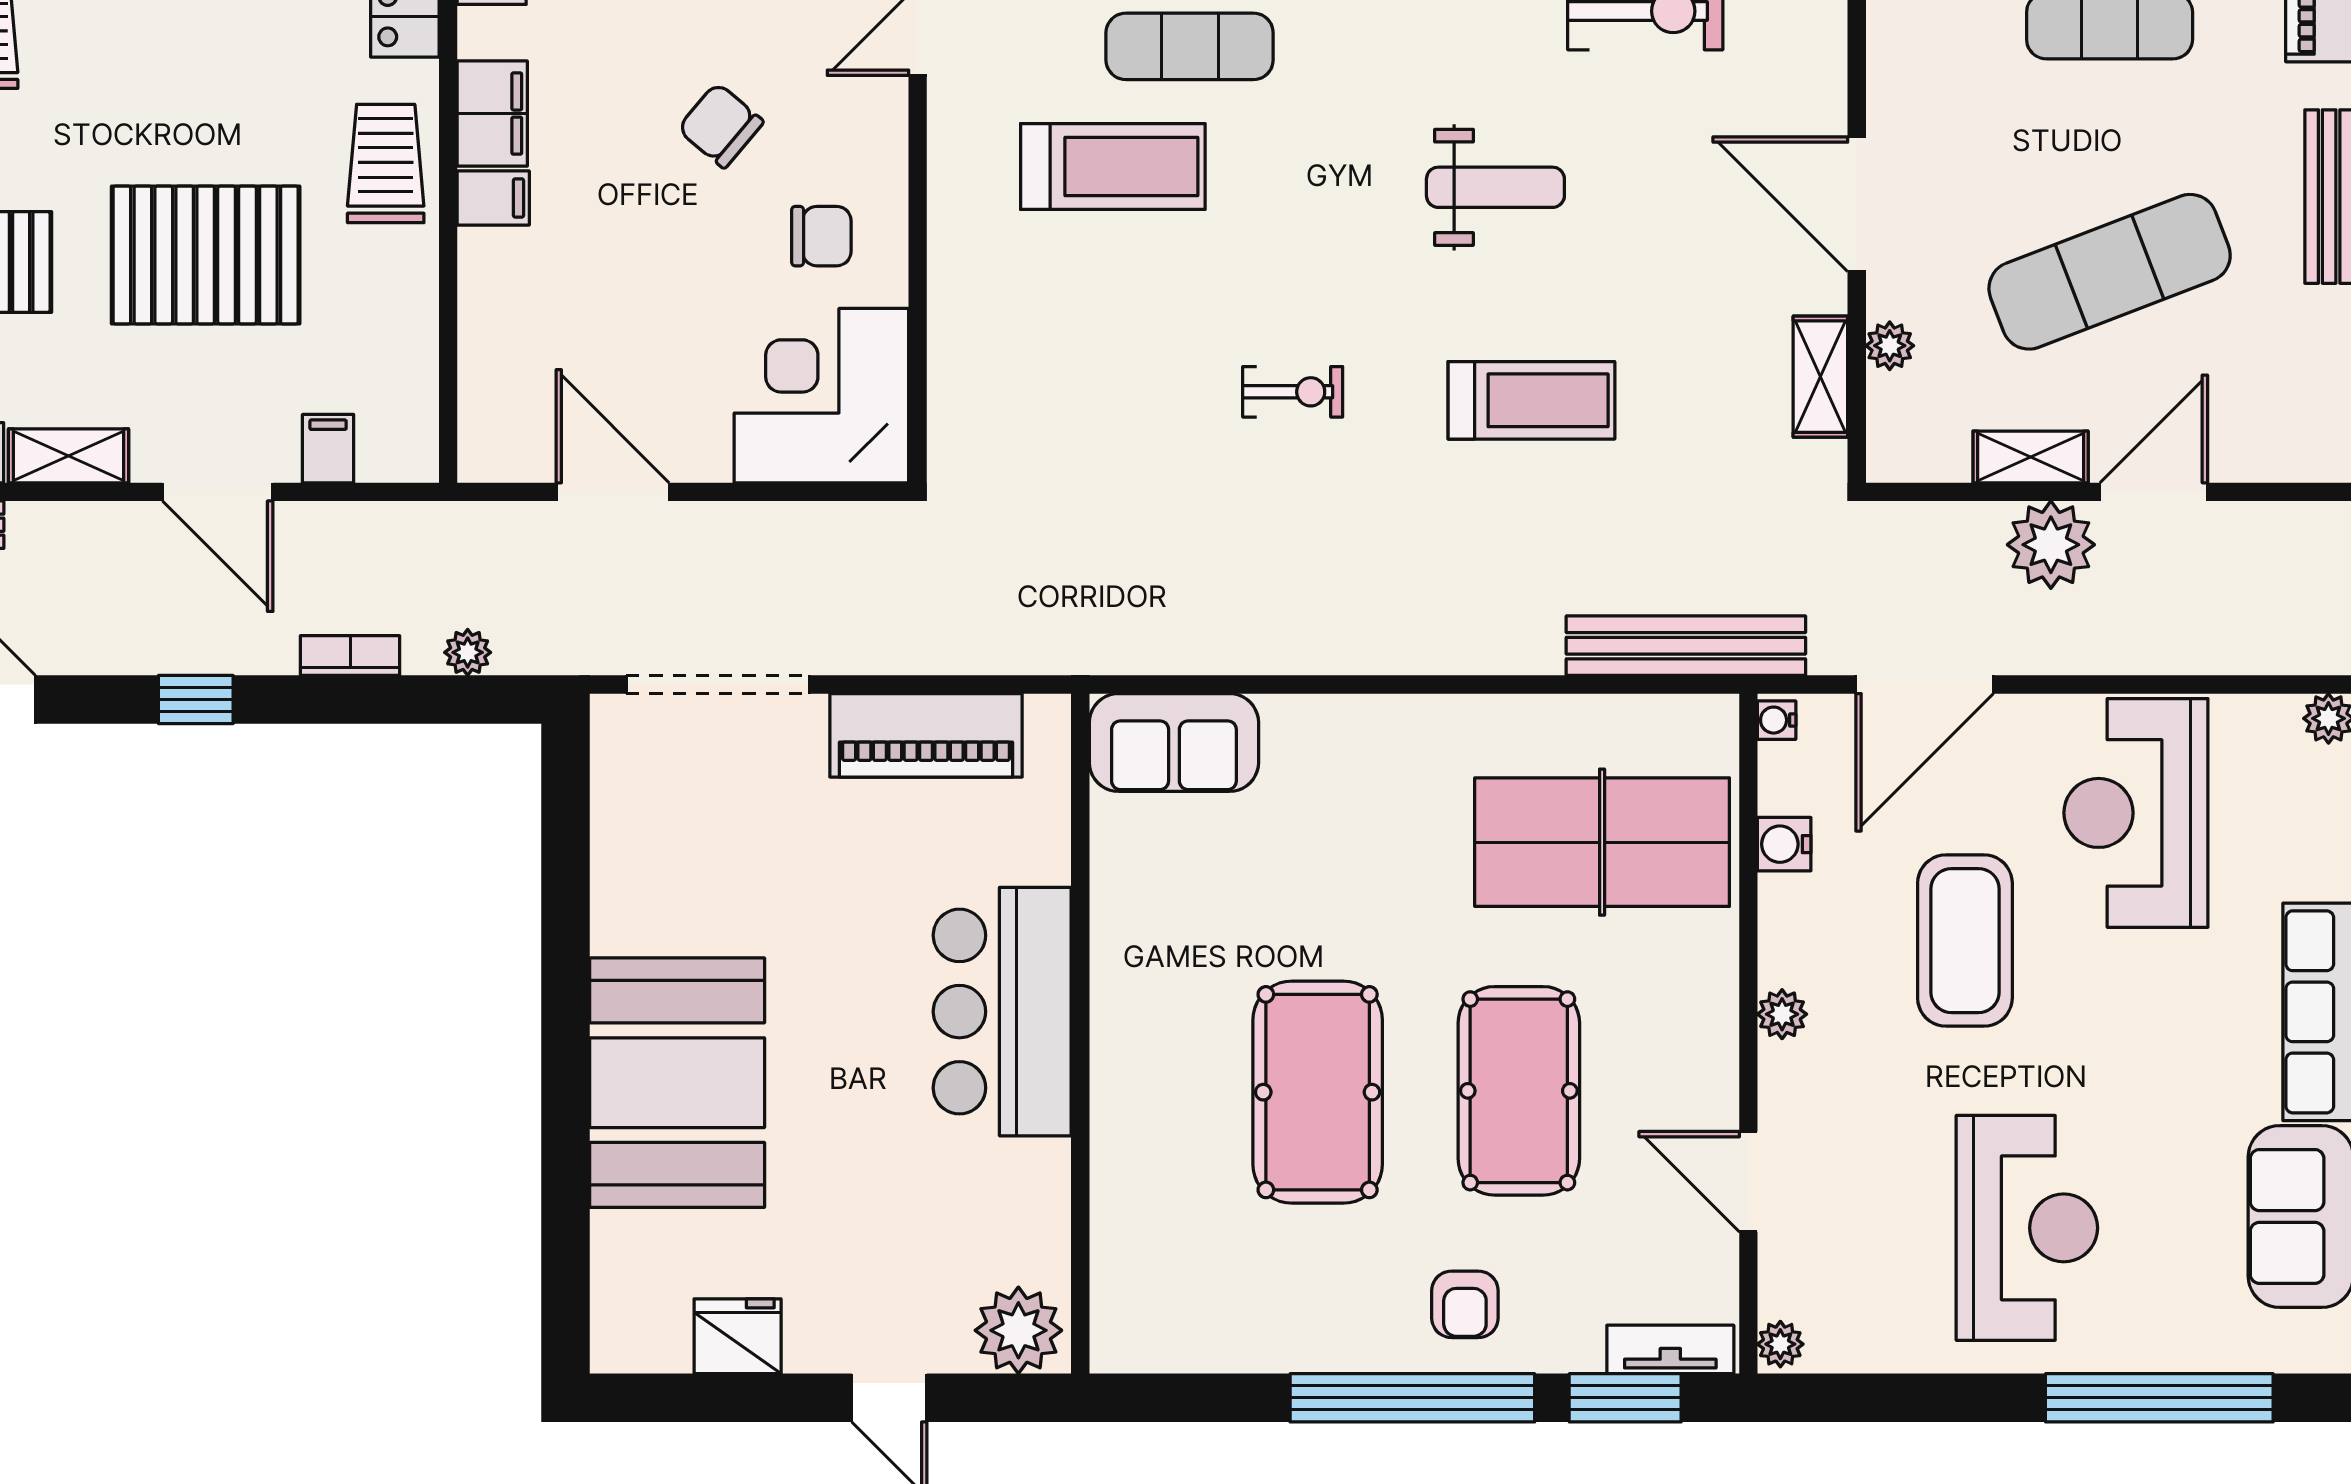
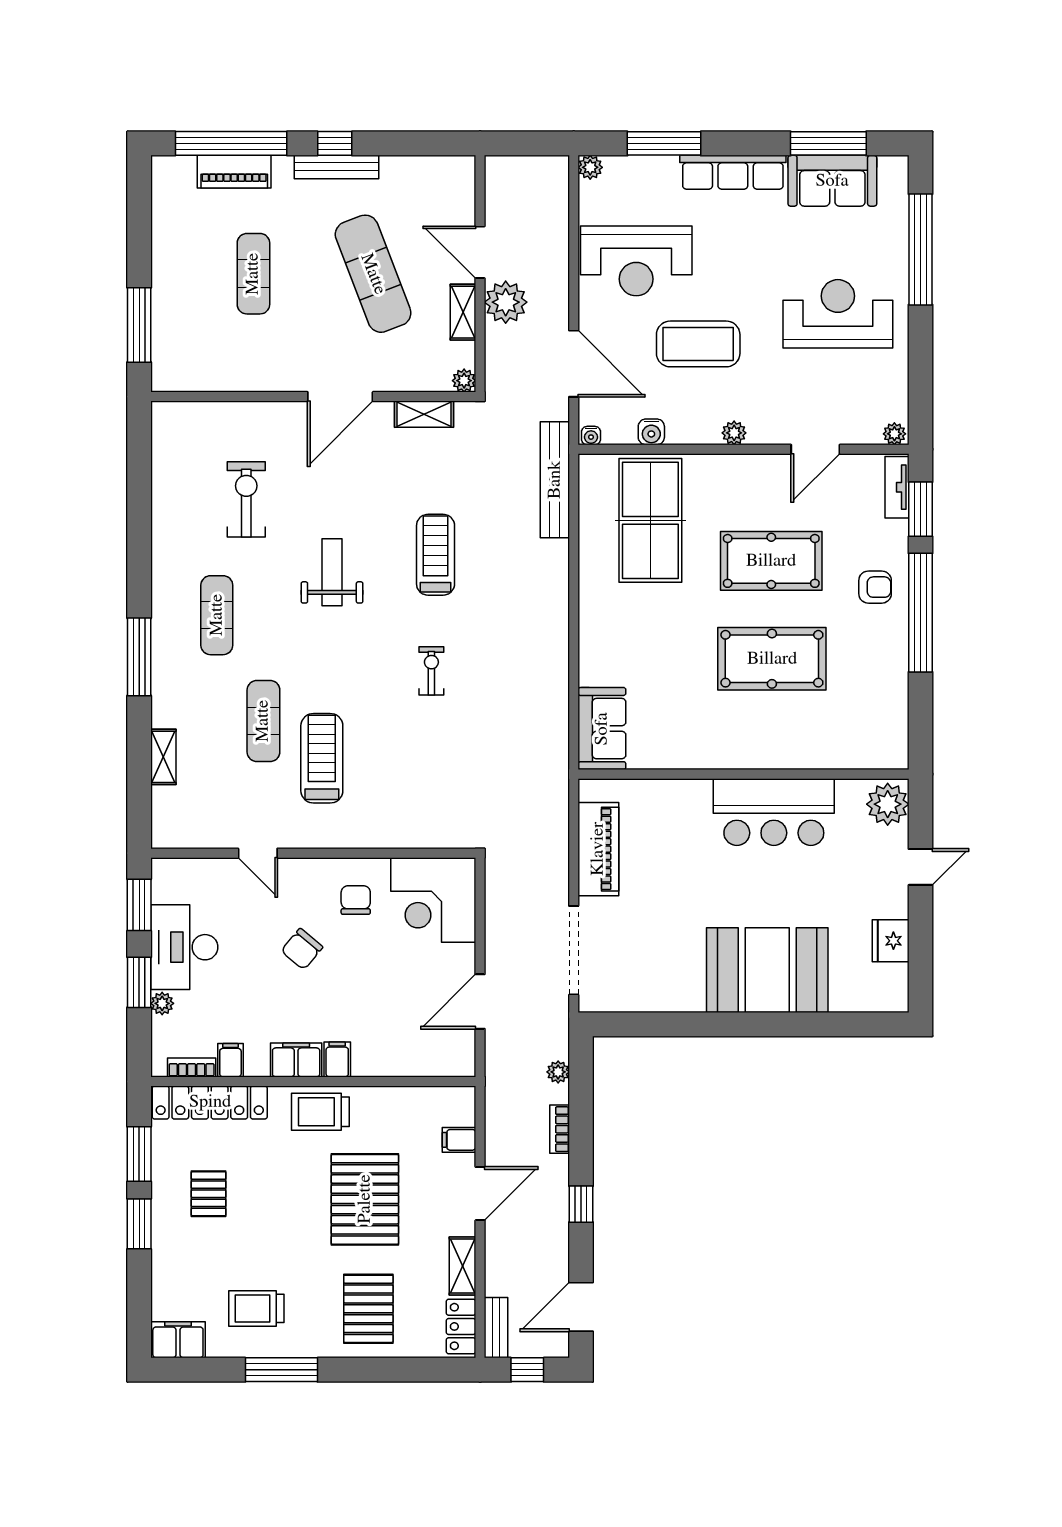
plant: (1890, 346) -> (464, 381), moved
bar counter: (1002, 1012) -> (774, 812), moved

